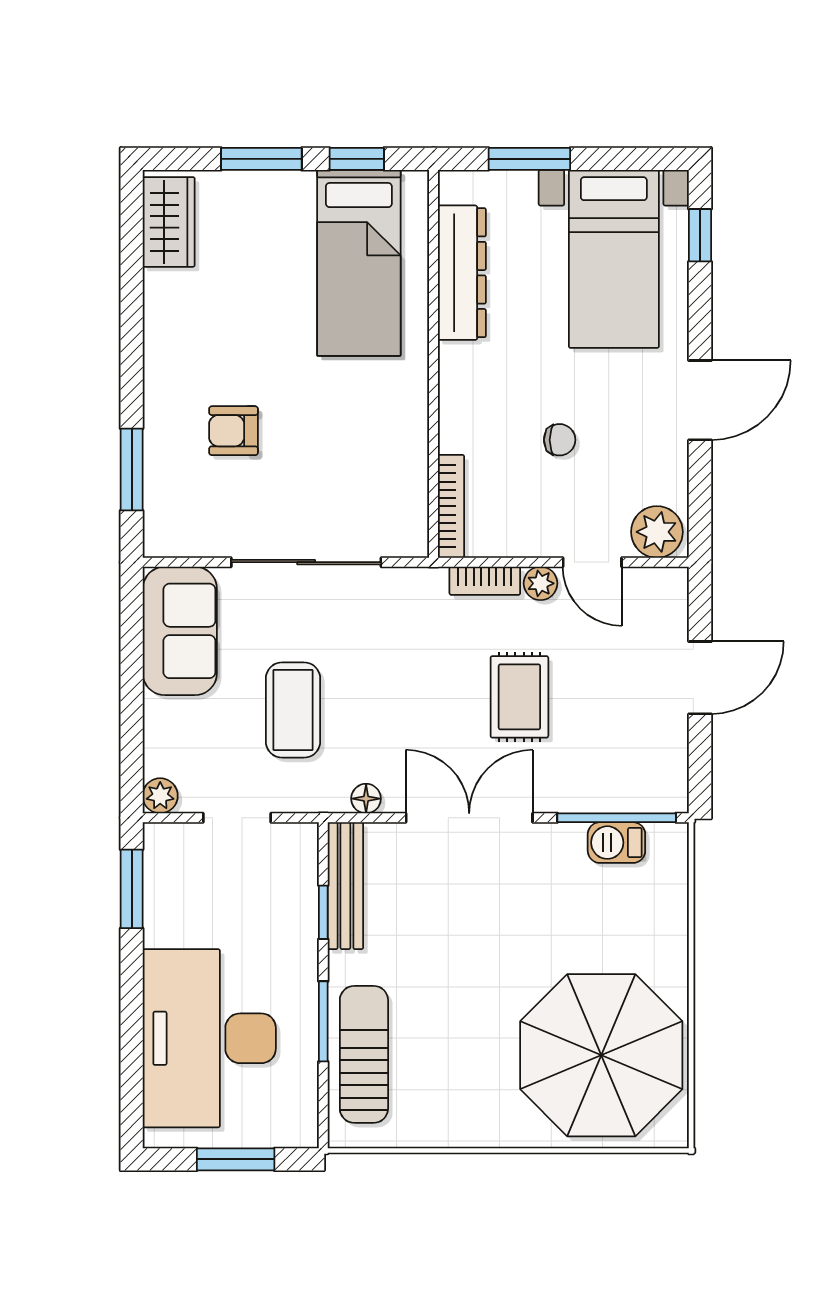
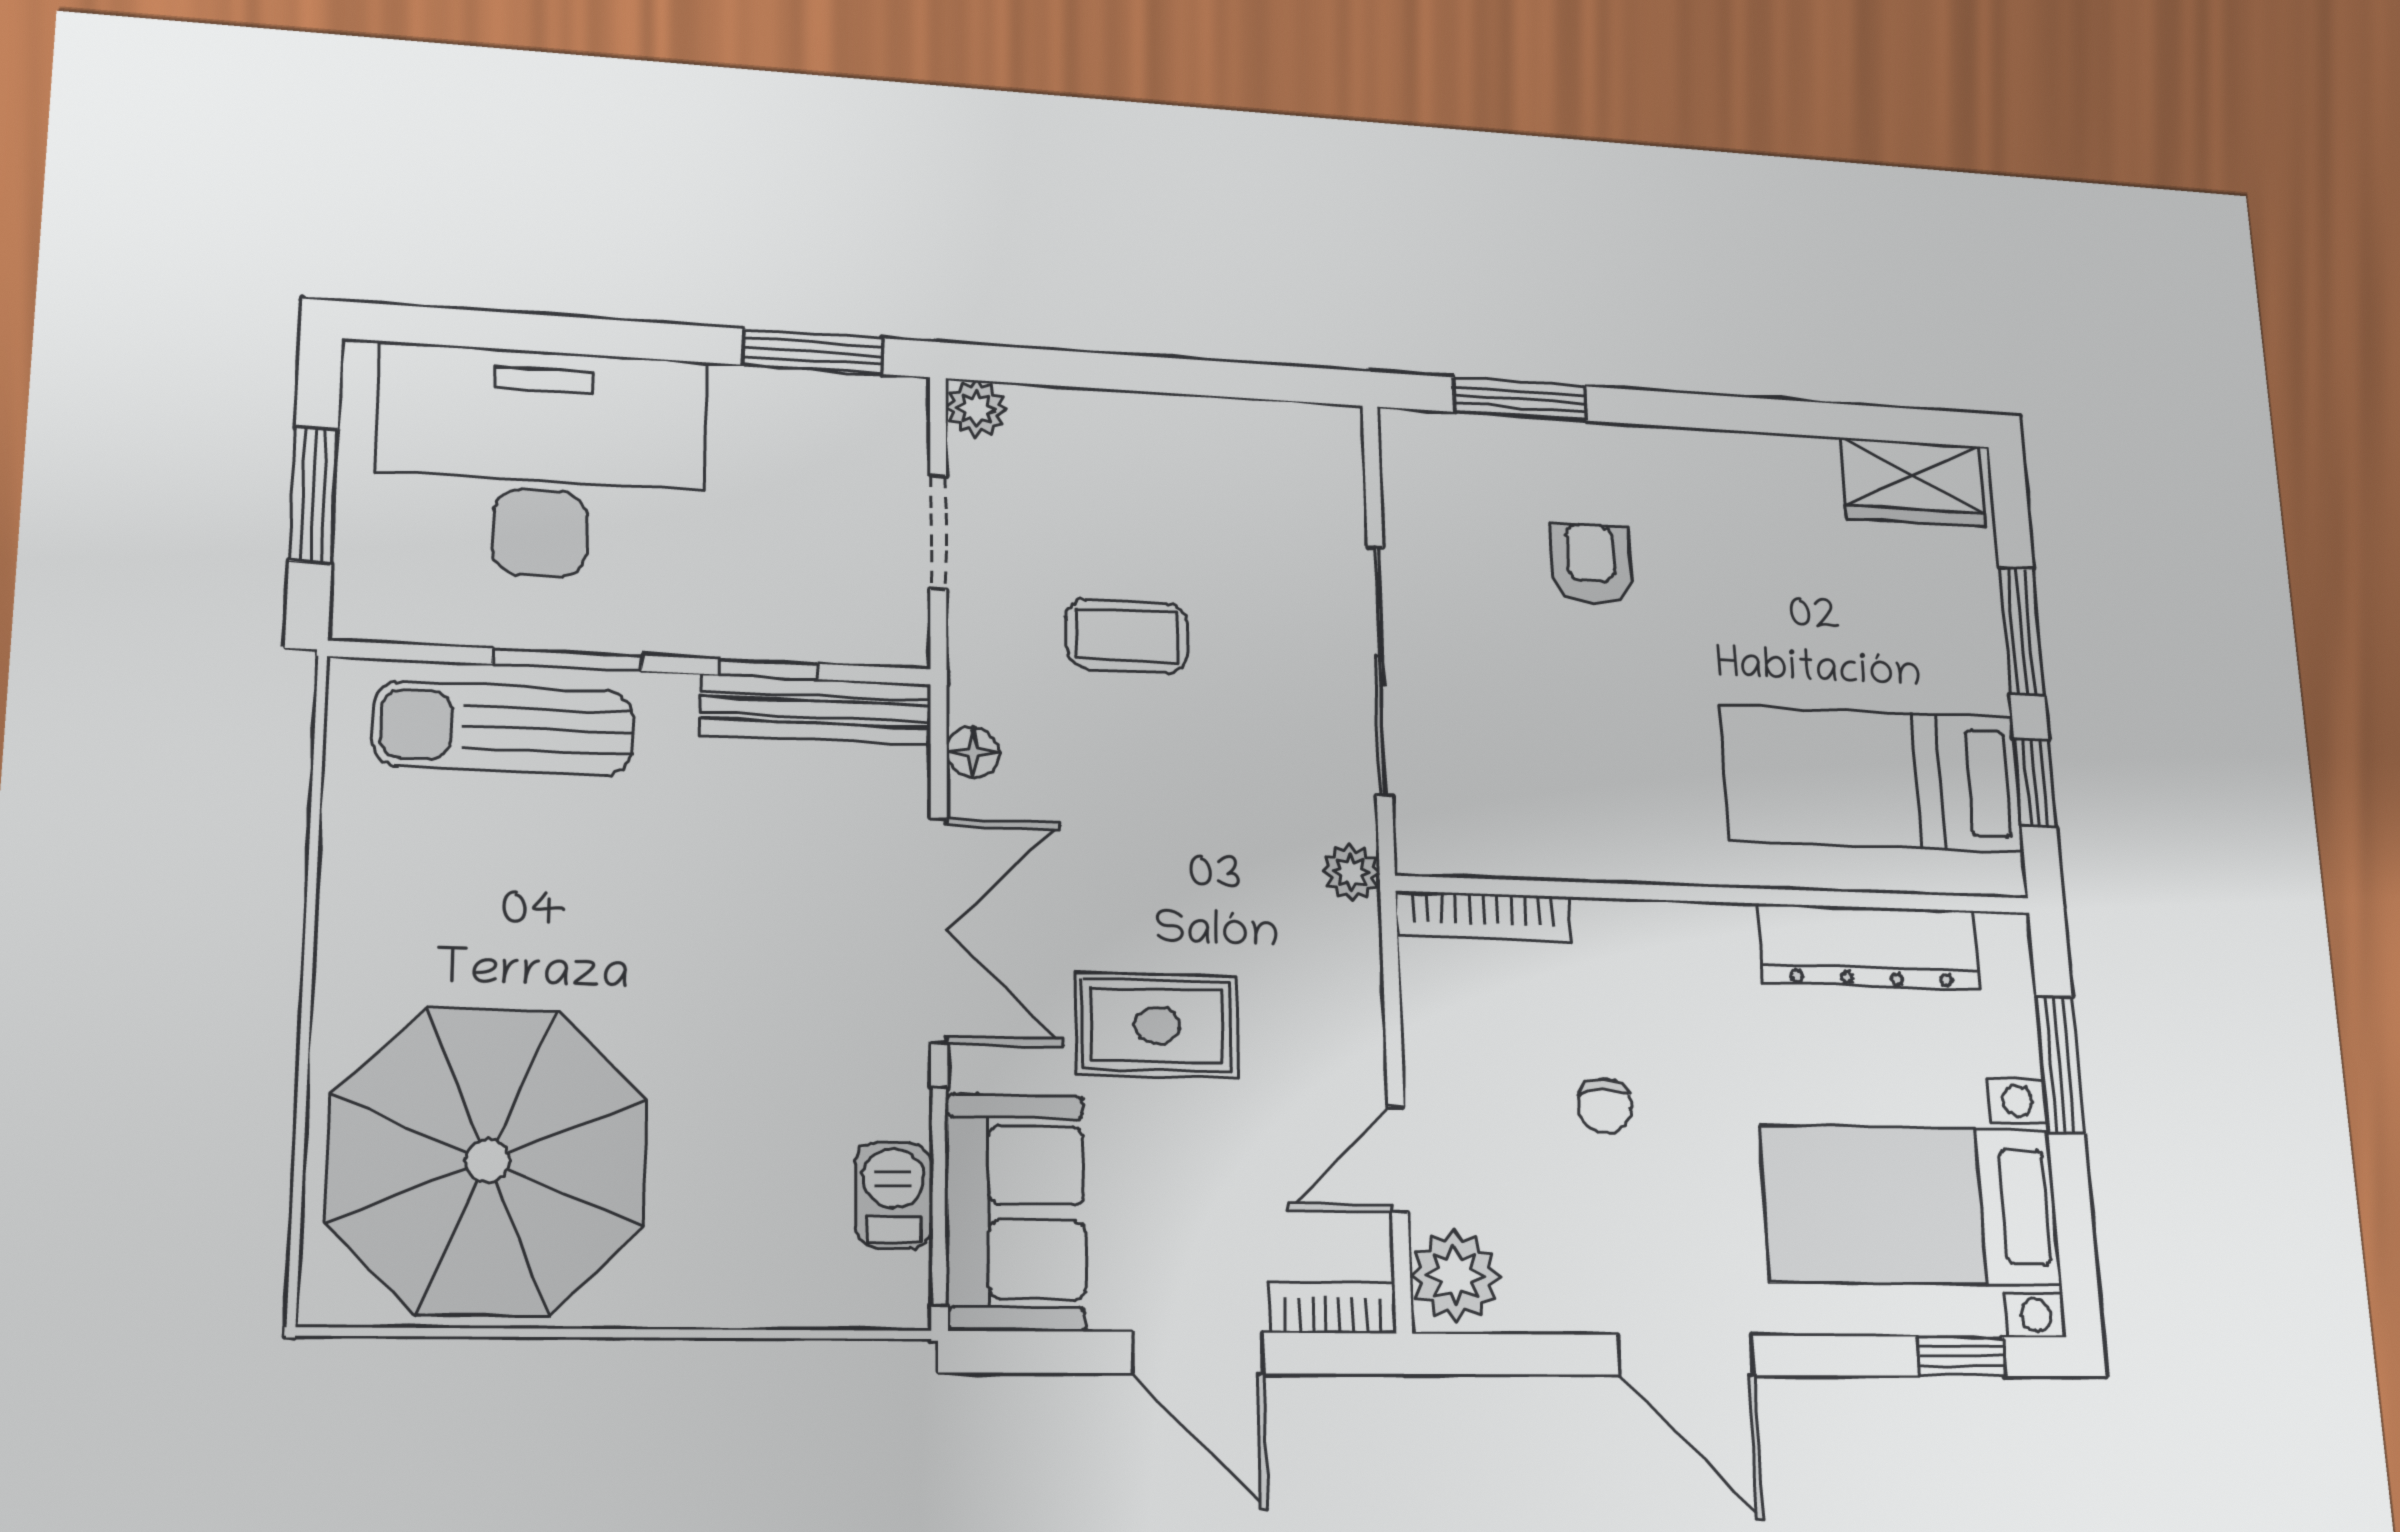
bookcase: (485, 581) -> (1333, 1307), moved, turned 90
plant: (541, 583) -> (1351, 872), moved
sofa: (180, 631) -> (1016, 1212), moved, turned -90
coffee table: (293, 710) -> (1127, 636), width x0.73, depth x0.77
sun lounger: (364, 1054) -> (503, 728), turned 180

